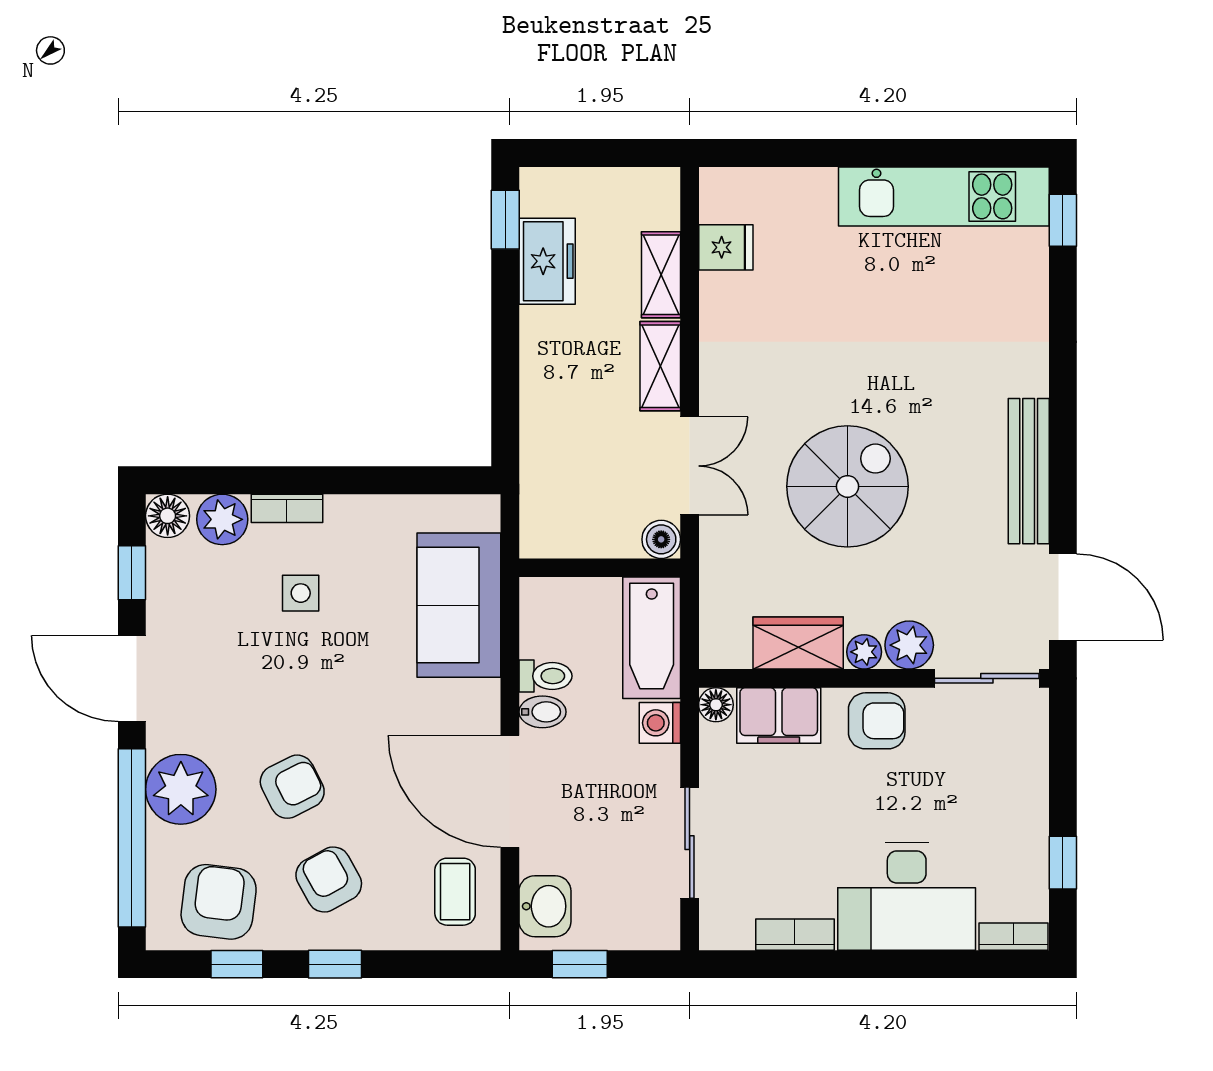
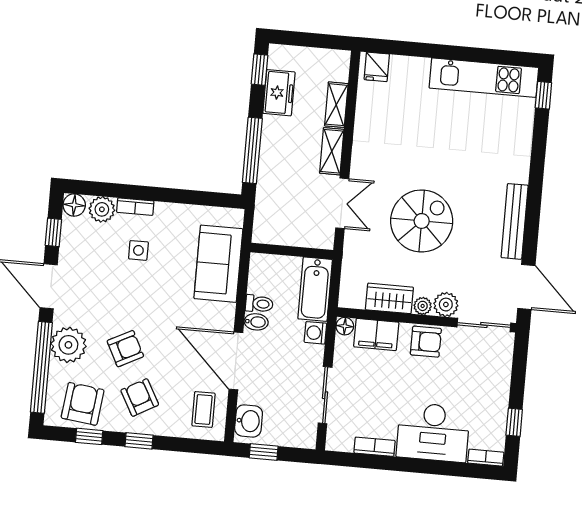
fridge: (726, 247) -> (377, 67), moved, turned 90
window: (505, 378) -> (252, 150), added
boiler: (661, 539) -> (324, 239), removed

